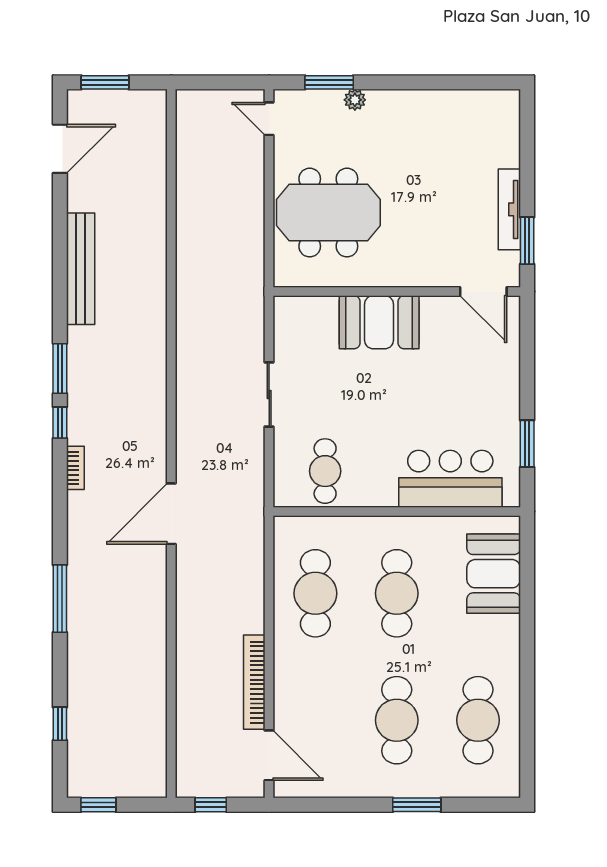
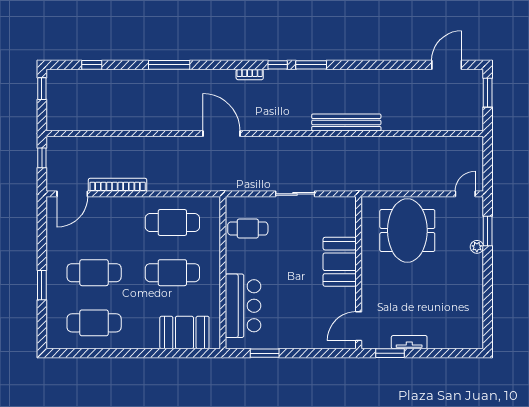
door: (60, 149) -> (447, 65), swing flipped
tv unit: (509, 209) -> (409, 342), width x0.71
bench: (81, 269) -> (346, 122), moved

